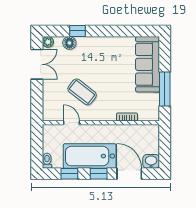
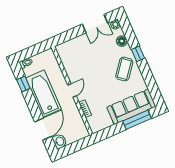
window: (77, 31) -> (138, 54), moved
window: (165, 89) -> (137, 120), moved
coffee table: (82, 92) -> (124, 69), moved
door: (71, 123) -> (72, 91), moved
window: (99, 174) -> (33, 106), removed

